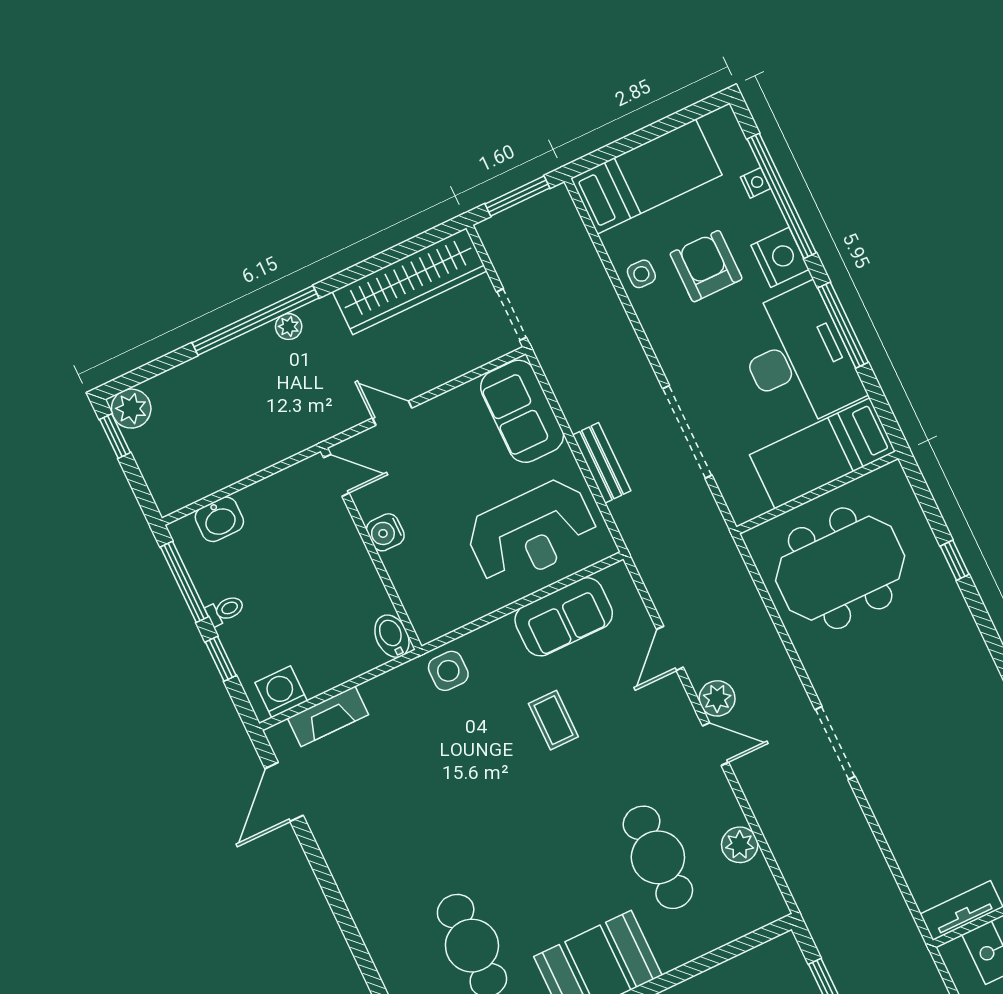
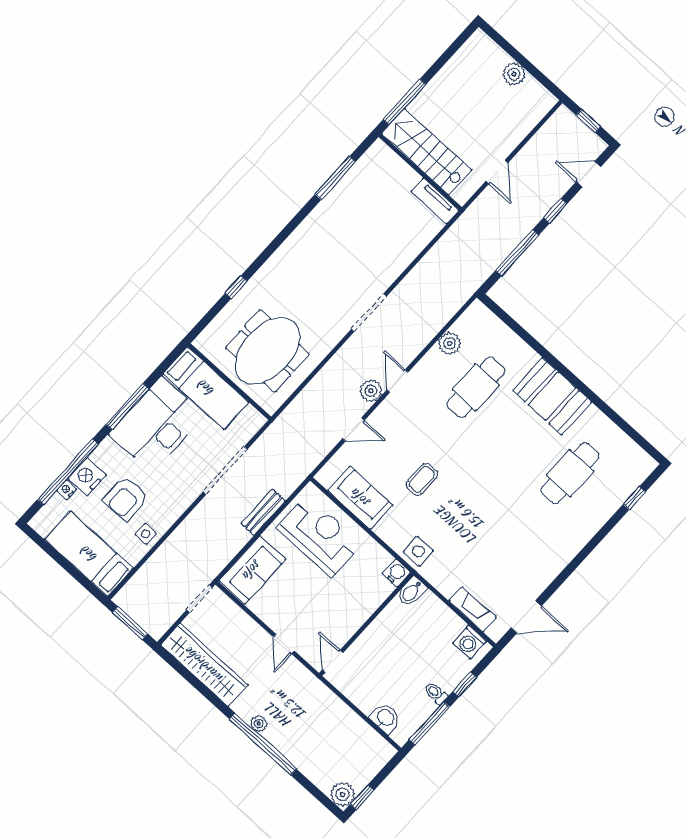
nightstand: (780, 257) -> (87, 477), moved
water cooler: (385, 532) -> (396, 573), moved, turned -90
meeting table: (840, 568) -> (267, 351), turned 90

